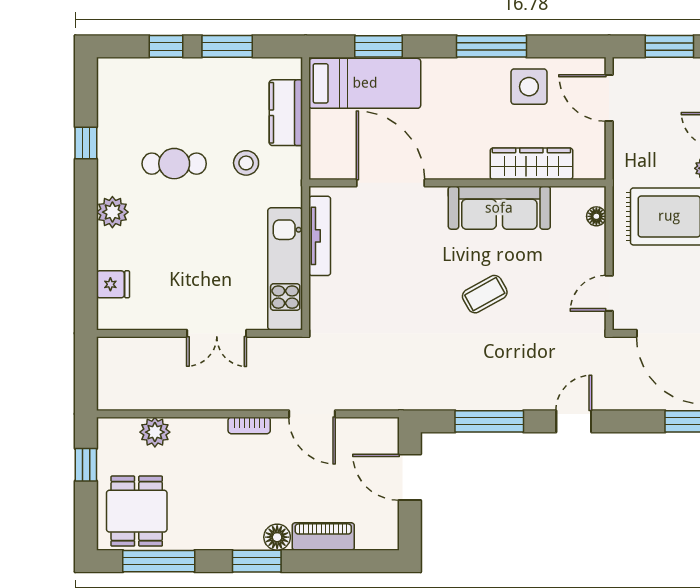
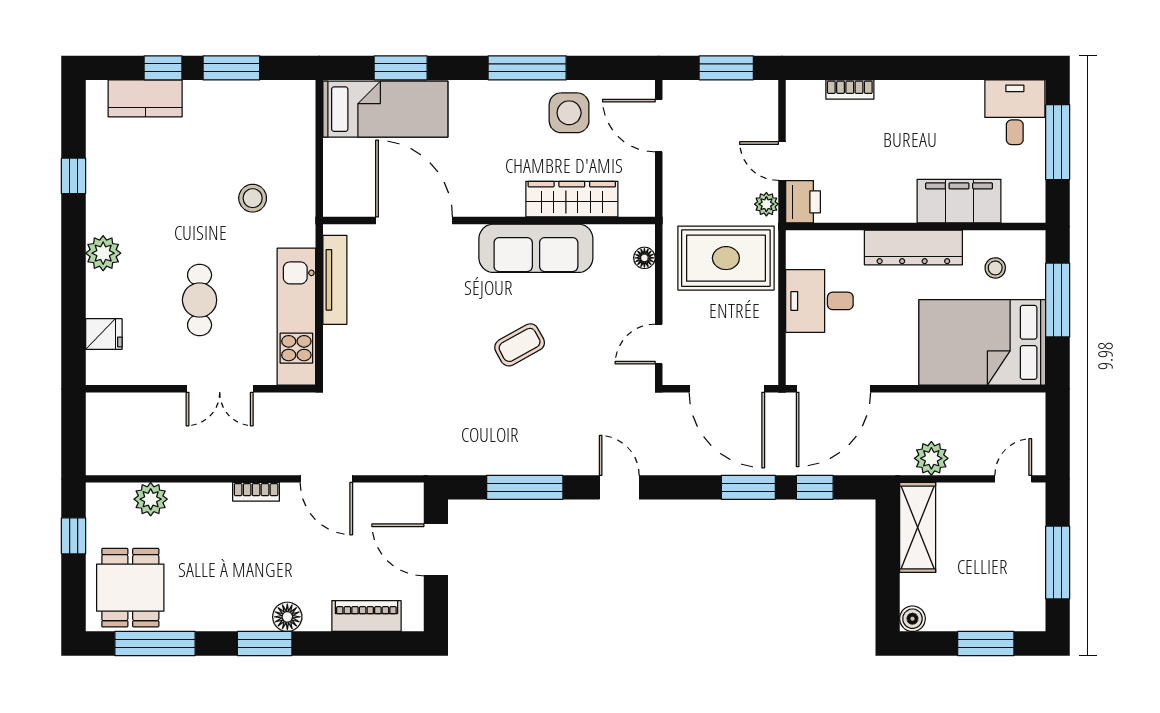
kitchen counter: (286, 113) -> (145, 98), moved, turned -90
cafe table: (174, 164) -> (200, 300), moved, turned 90
door: (574, 421) -> (619, 487), hinge flipped
piano: (323, 536) -> (366, 616), moved

